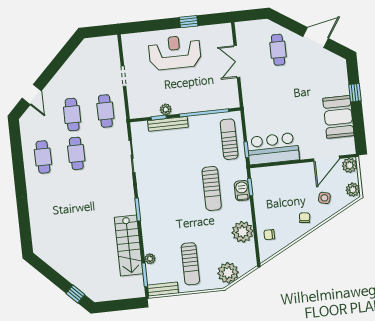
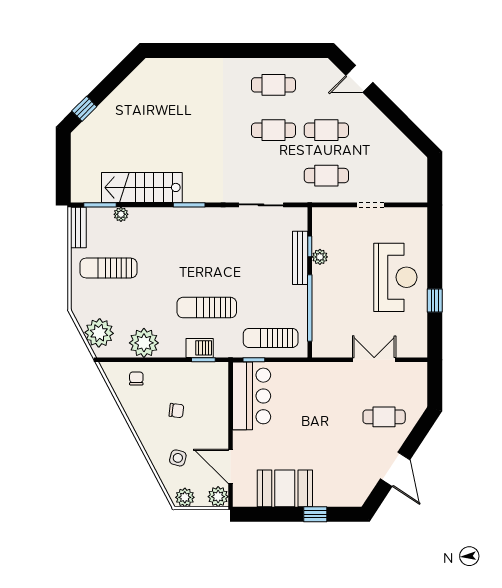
sun lounger: (229, 139) -> (271, 338), turned 180
chair: (305, 218) -> (176, 411), moved
plant: (228, 273) -> (99, 333), moved

